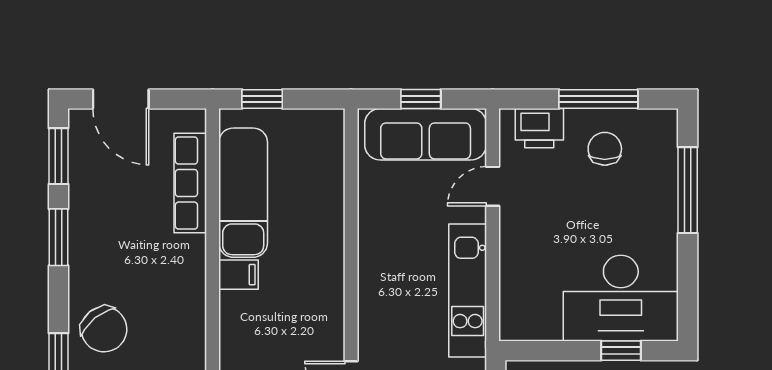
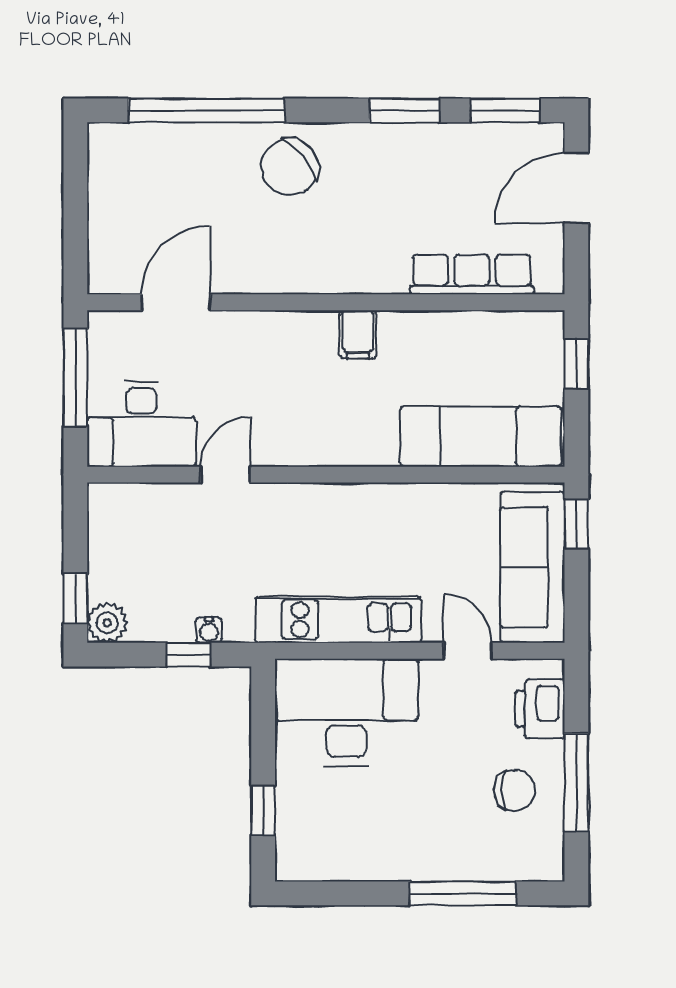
window: (421, 99) -> (576, 523), moved
exam couch: (243, 193) -> (481, 437), moved, turned 180
desk: (621, 298) -> (346, 712), moved, turned 90

